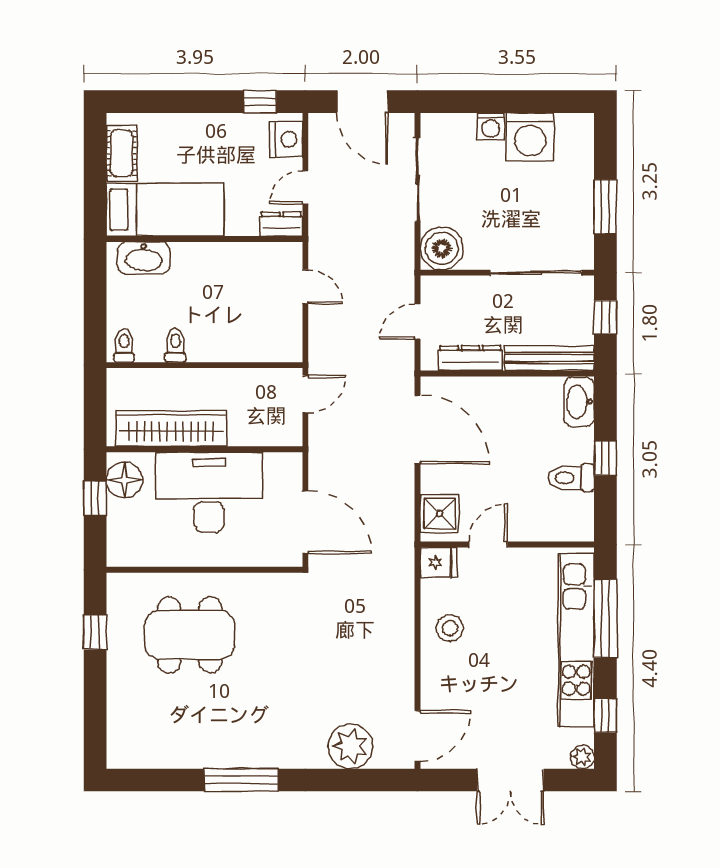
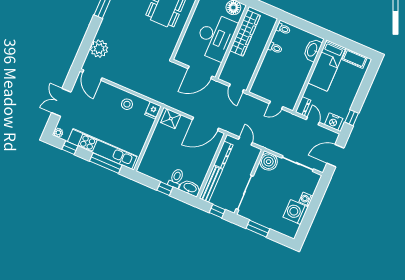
toilet: (571, 478) -> (176, 178), moved
door: (305, 522) -> (200, 72), moved
door: (488, 545) -> (152, 132), removed

